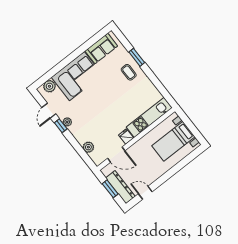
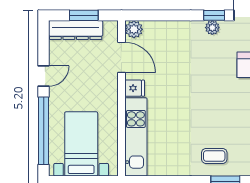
plant: (88, 147) -> (134, 29), moved
door: (116, 155) -> (121, 57), swing flipped
window: (181, 164) -> (44, 131), added
door: (145, 193) -> (44, 76), moved

